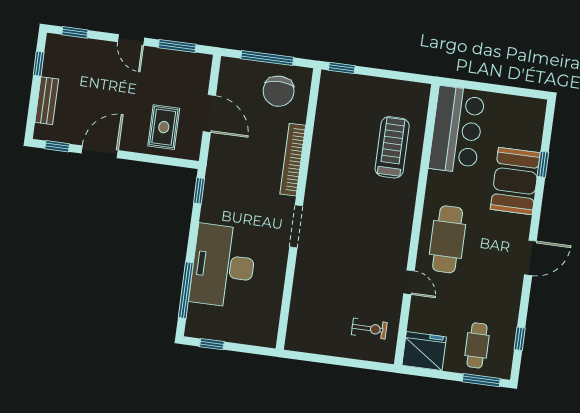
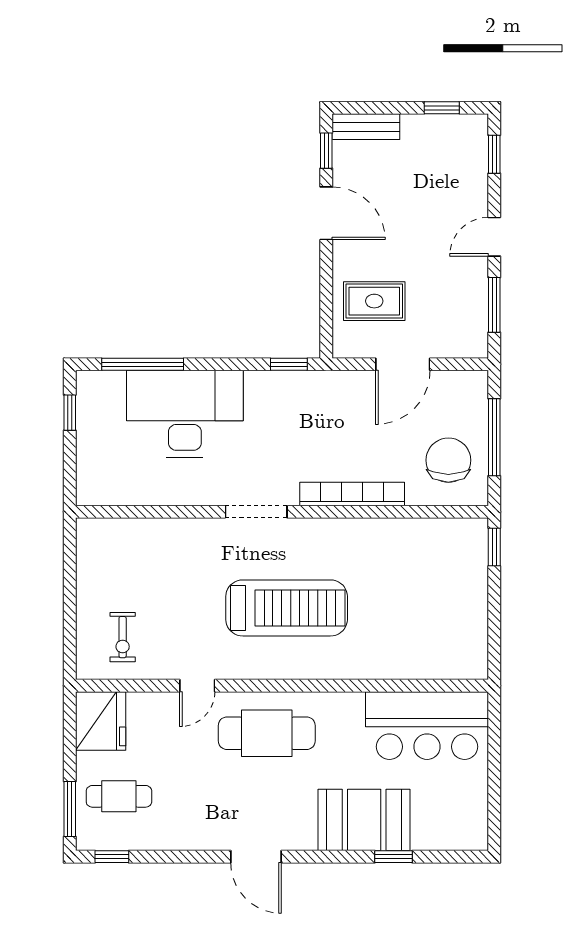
chair: (279, 91) -> (448, 460), turned 90
bench: (47, 101) -> (366, 127), moved
treadmill: (392, 147) -> (287, 608), moved, width x1.37, depth x1.38
window: (520, 339) -> (112, 857), moved

